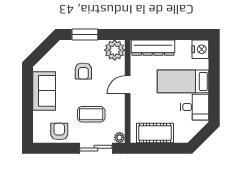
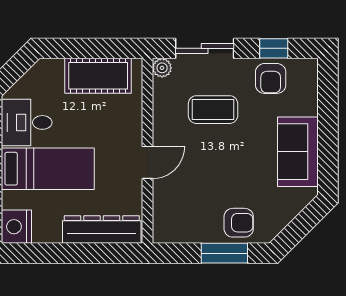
plant: (115, 50) -> (171, 225), removed
armchair: (83, 71) -> (239, 223), moved, turned 90
window: (57, 148) -> (274, 48), added

